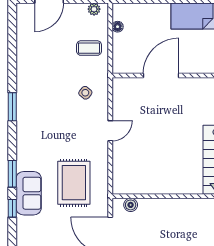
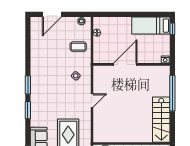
window: (12, 174) -> (28, 110), moved

